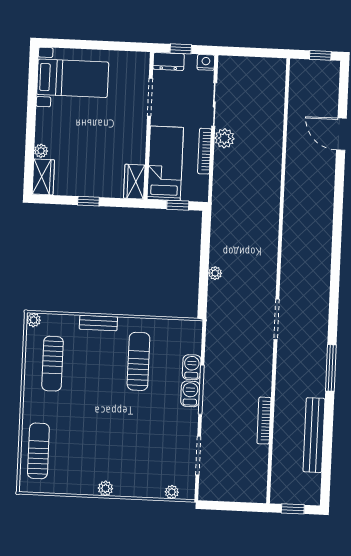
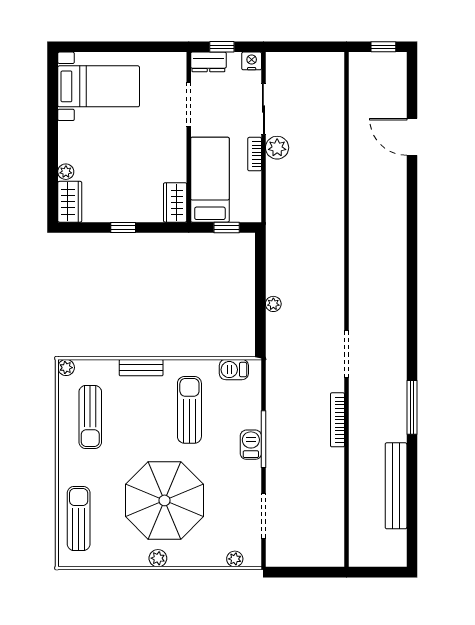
bookcase: (204, 151) -> (255, 154), width x0.64
barbecue: (192, 367) -> (234, 370), moved, turned -90
bookcase: (264, 421) -> (338, 420), moved
parasol: (113, 439) -> (164, 500), added
window: (293, 509) -> (375, 572), removed

